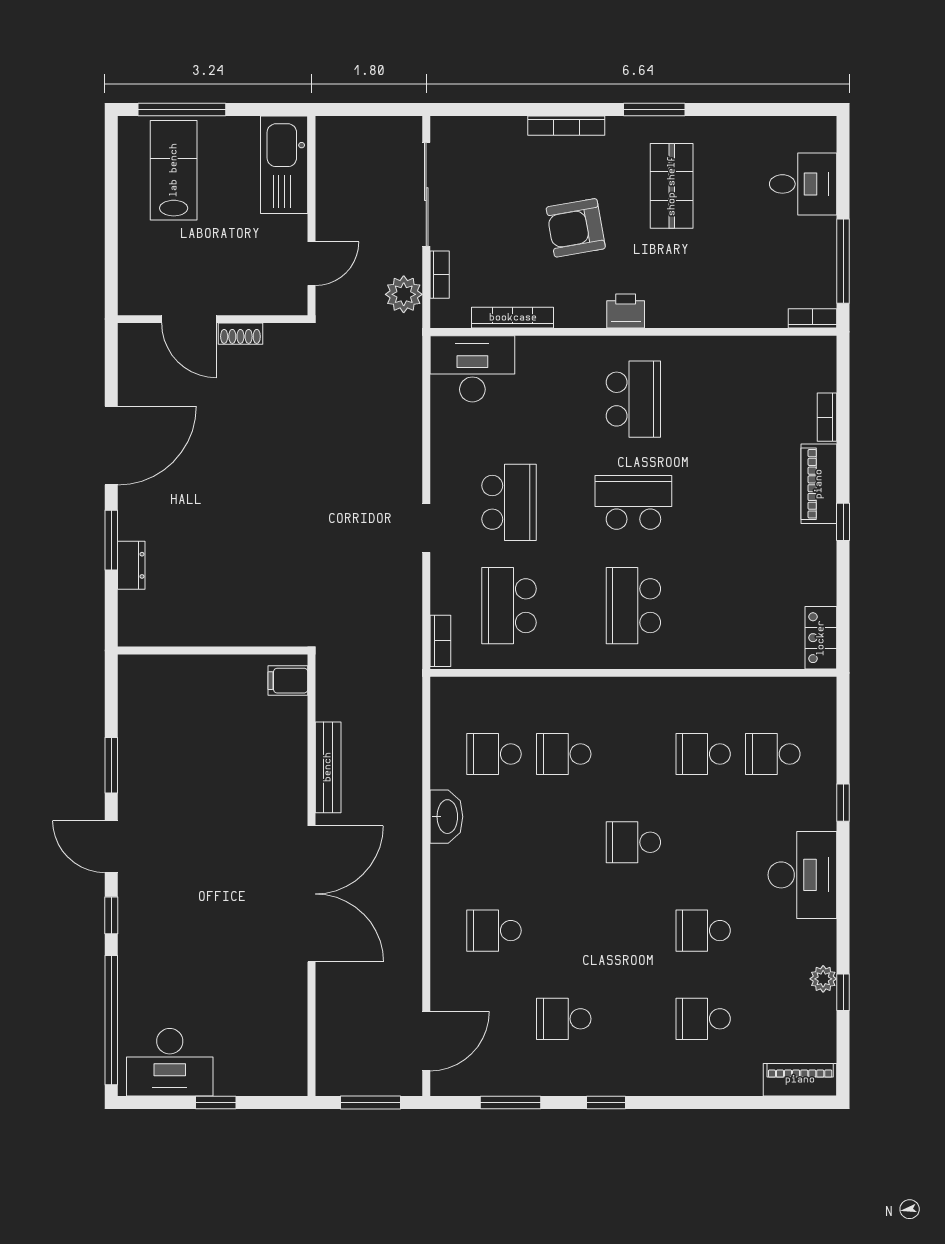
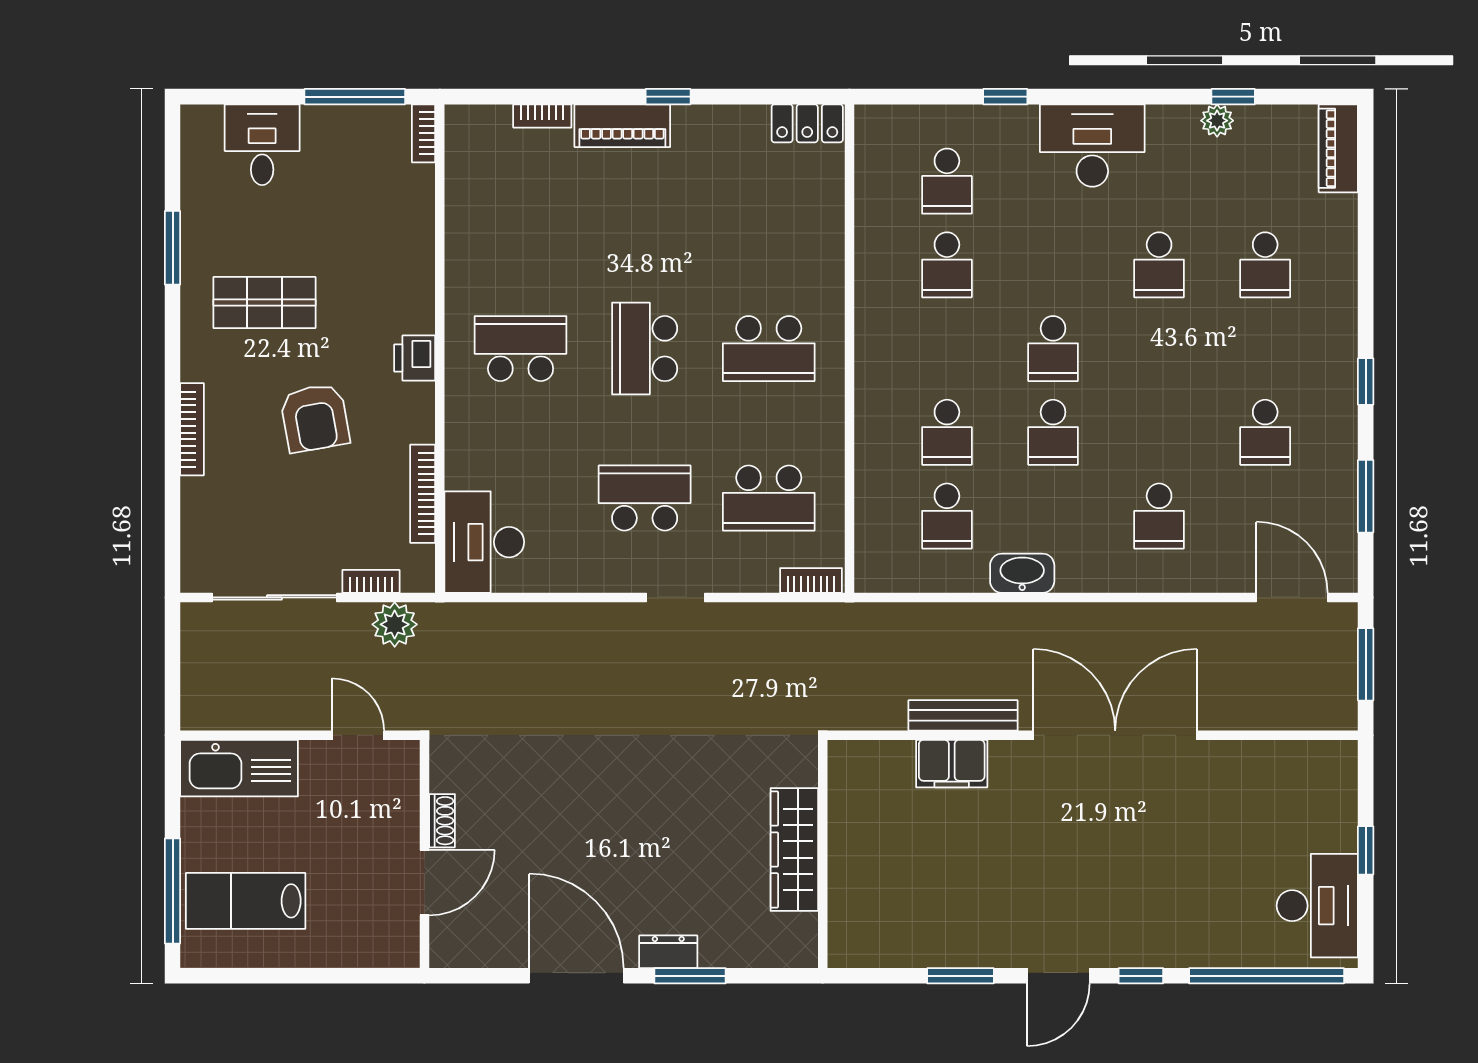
window: (654, 109) -> (173, 248), moved
dresser: (131, 565) -> (668, 952), moved
wardrobe: (216, 627) -> (794, 849), added
filing cabinet: (288, 681) -> (952, 764), moved, width x2.00
school desk: (564, 842) -> (1053, 432), added

